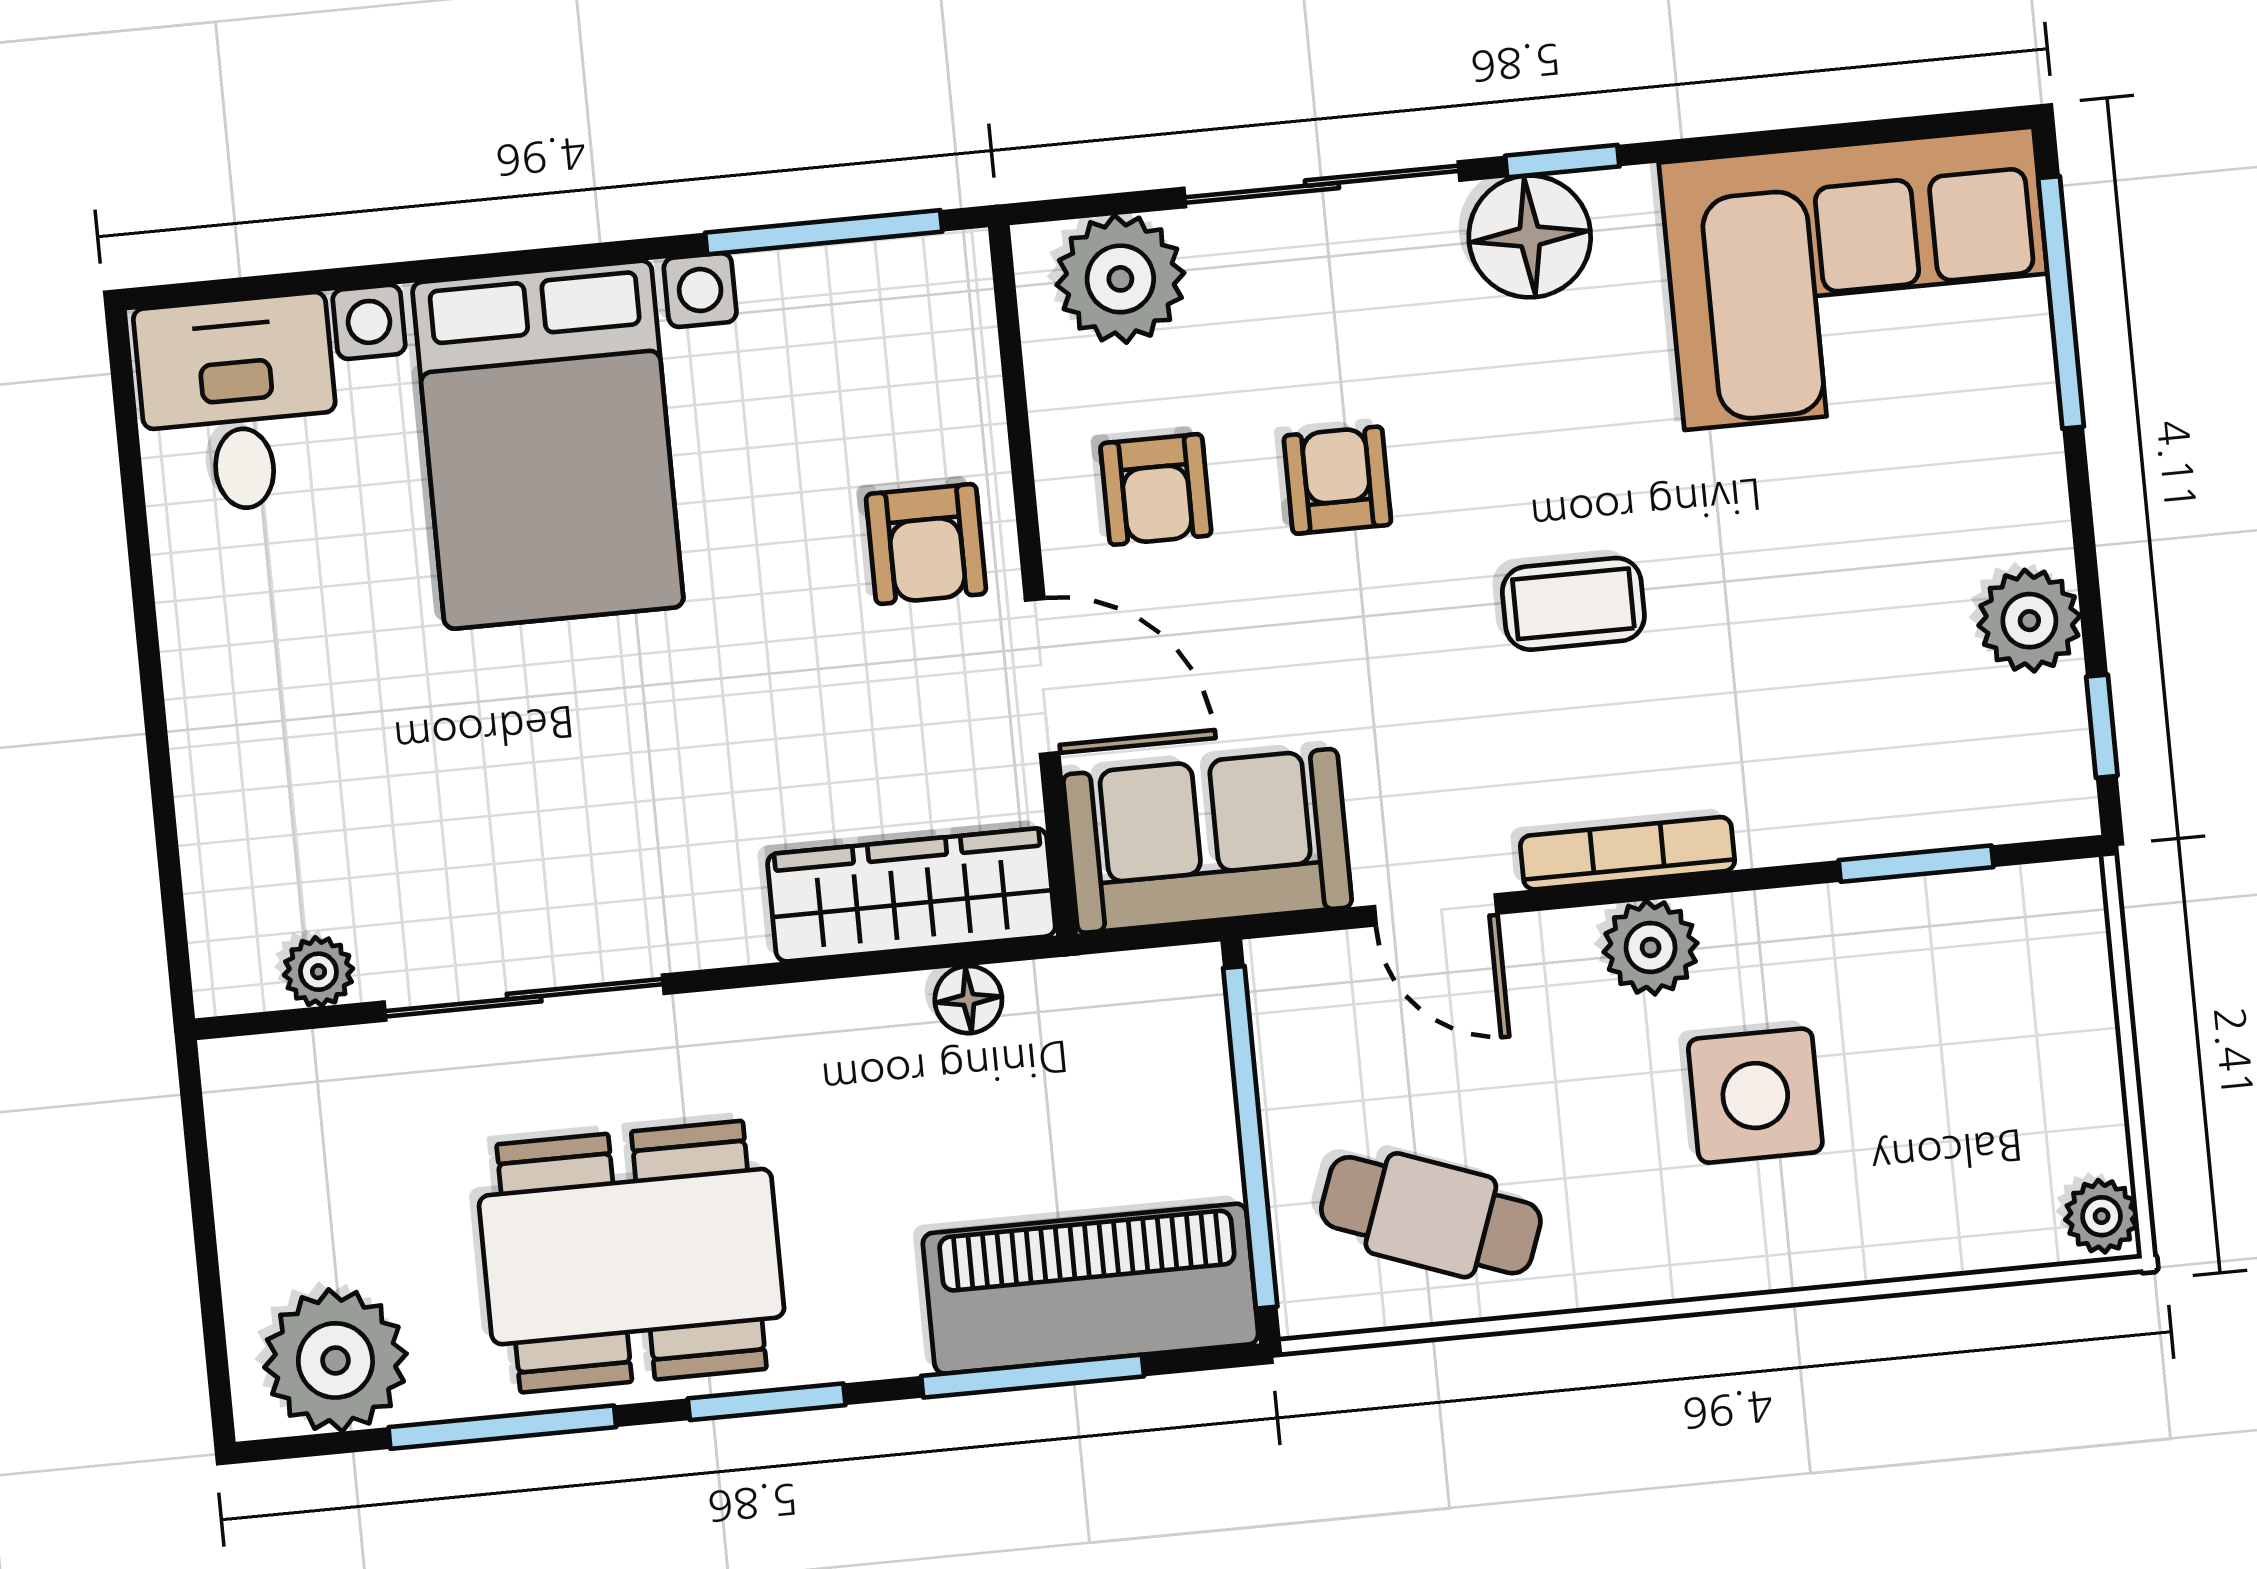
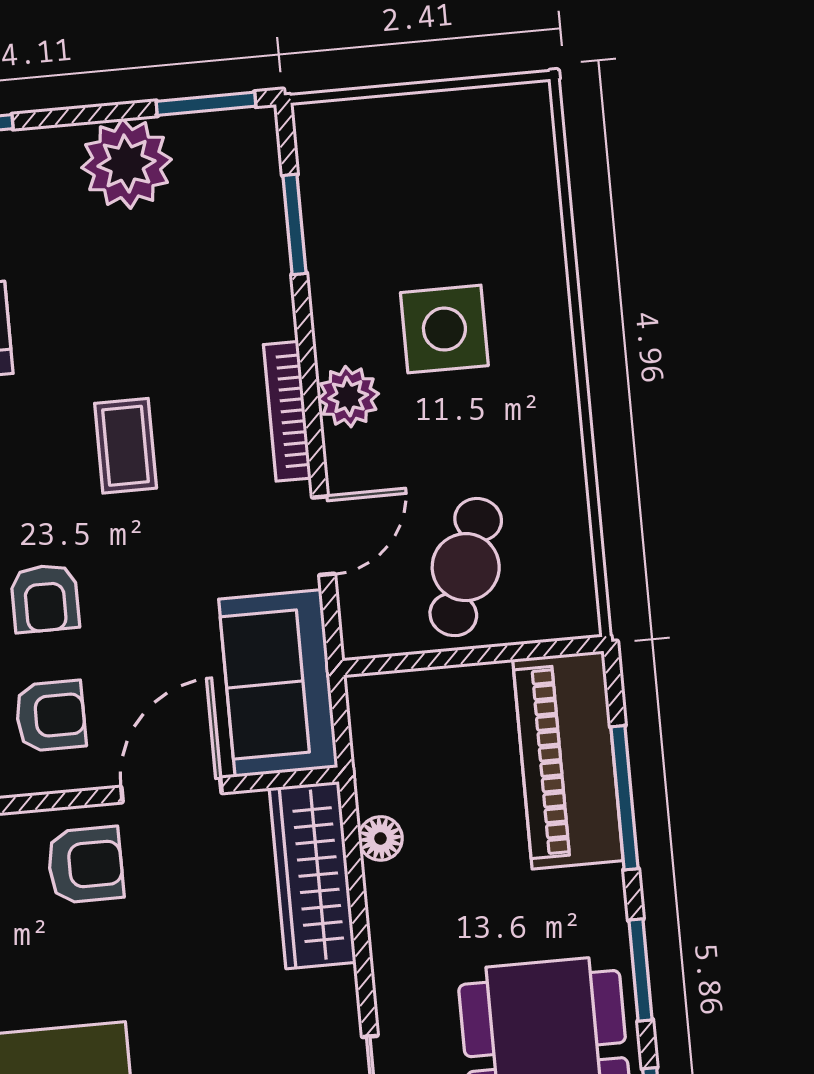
armchair: (1337, 480) -> (45, 598), turned -90
plant: (2029, 621) -> (127, 164), width x1.36, depth x1.36
window: (2102, 726) -> (206, 104), width x1.50
window: (1250, 1137) -> (470, 656), removed
cafe table: (1431, 1215) -> (466, 567), moved
plant: (2102, 1216) -> (523, 105), removed

